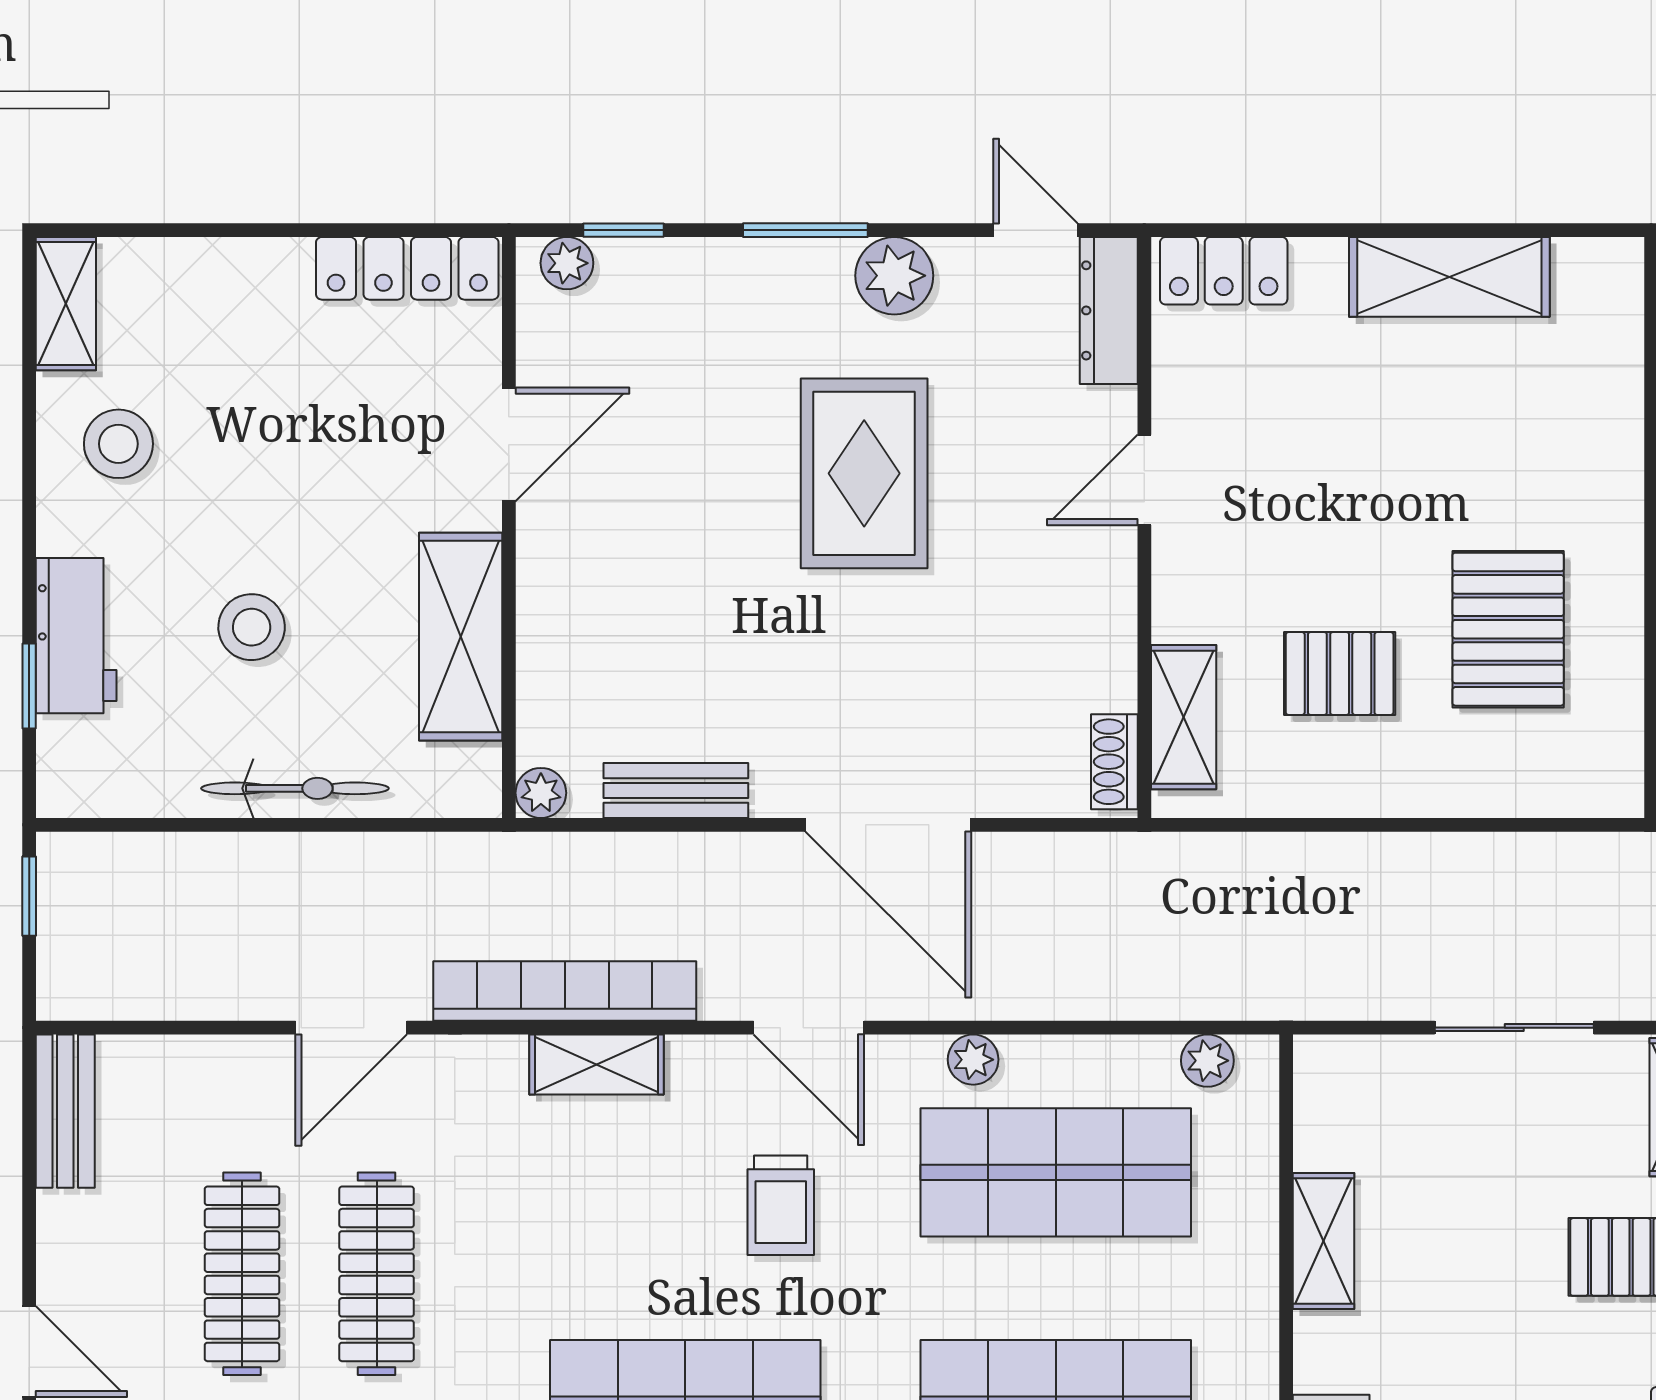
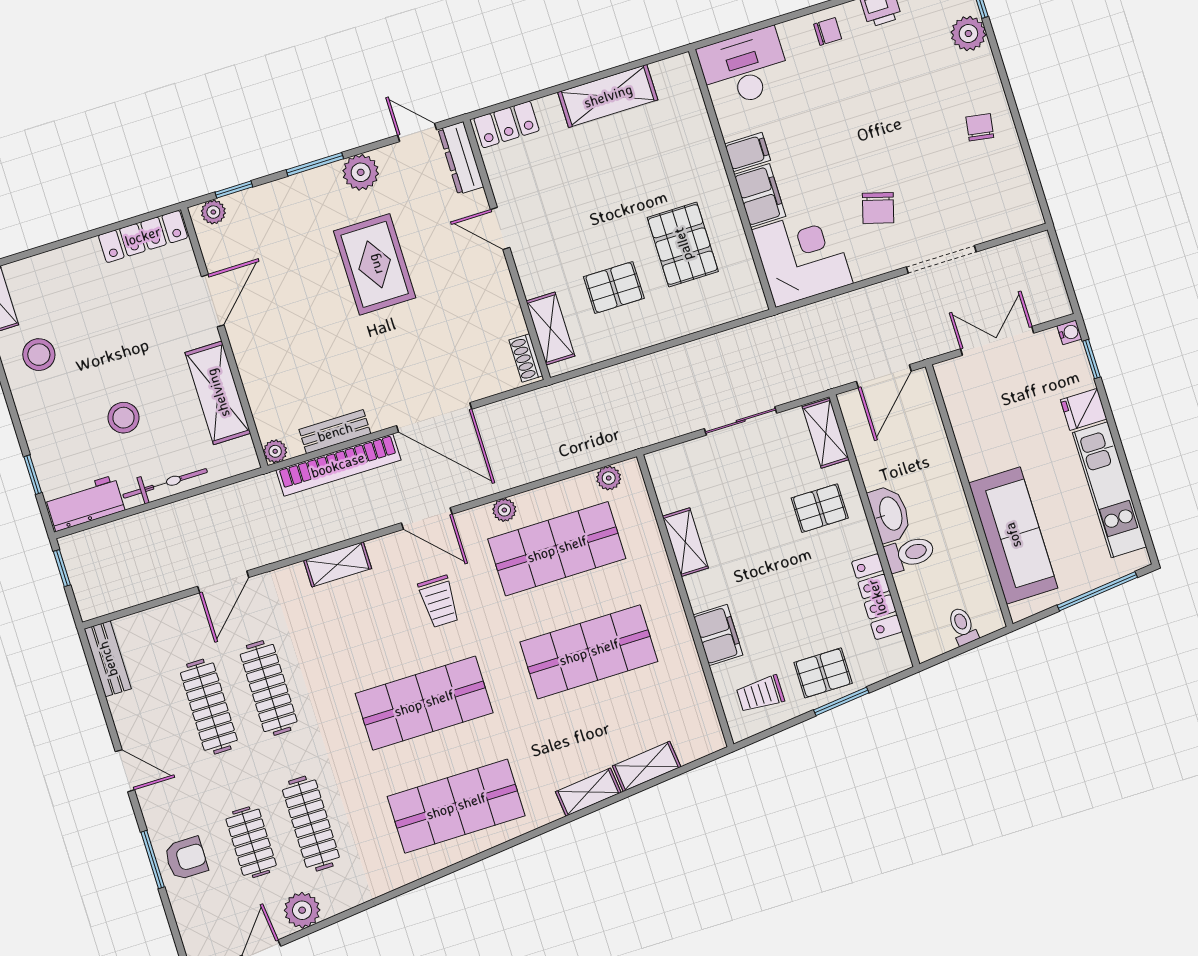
door: (1144, 480) -> (500, 228), hinge flipped
workbench: (76, 636) -> (85, 503), moved, turned -90
bookcase: (565, 991) -> (338, 465), moved, turned 180

